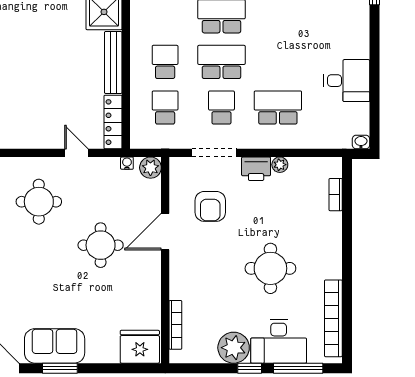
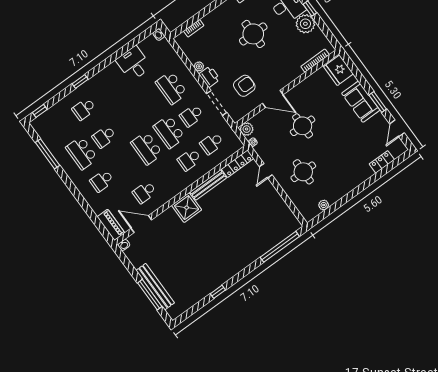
sofa: (55, 346) -> (361, 102), moved

